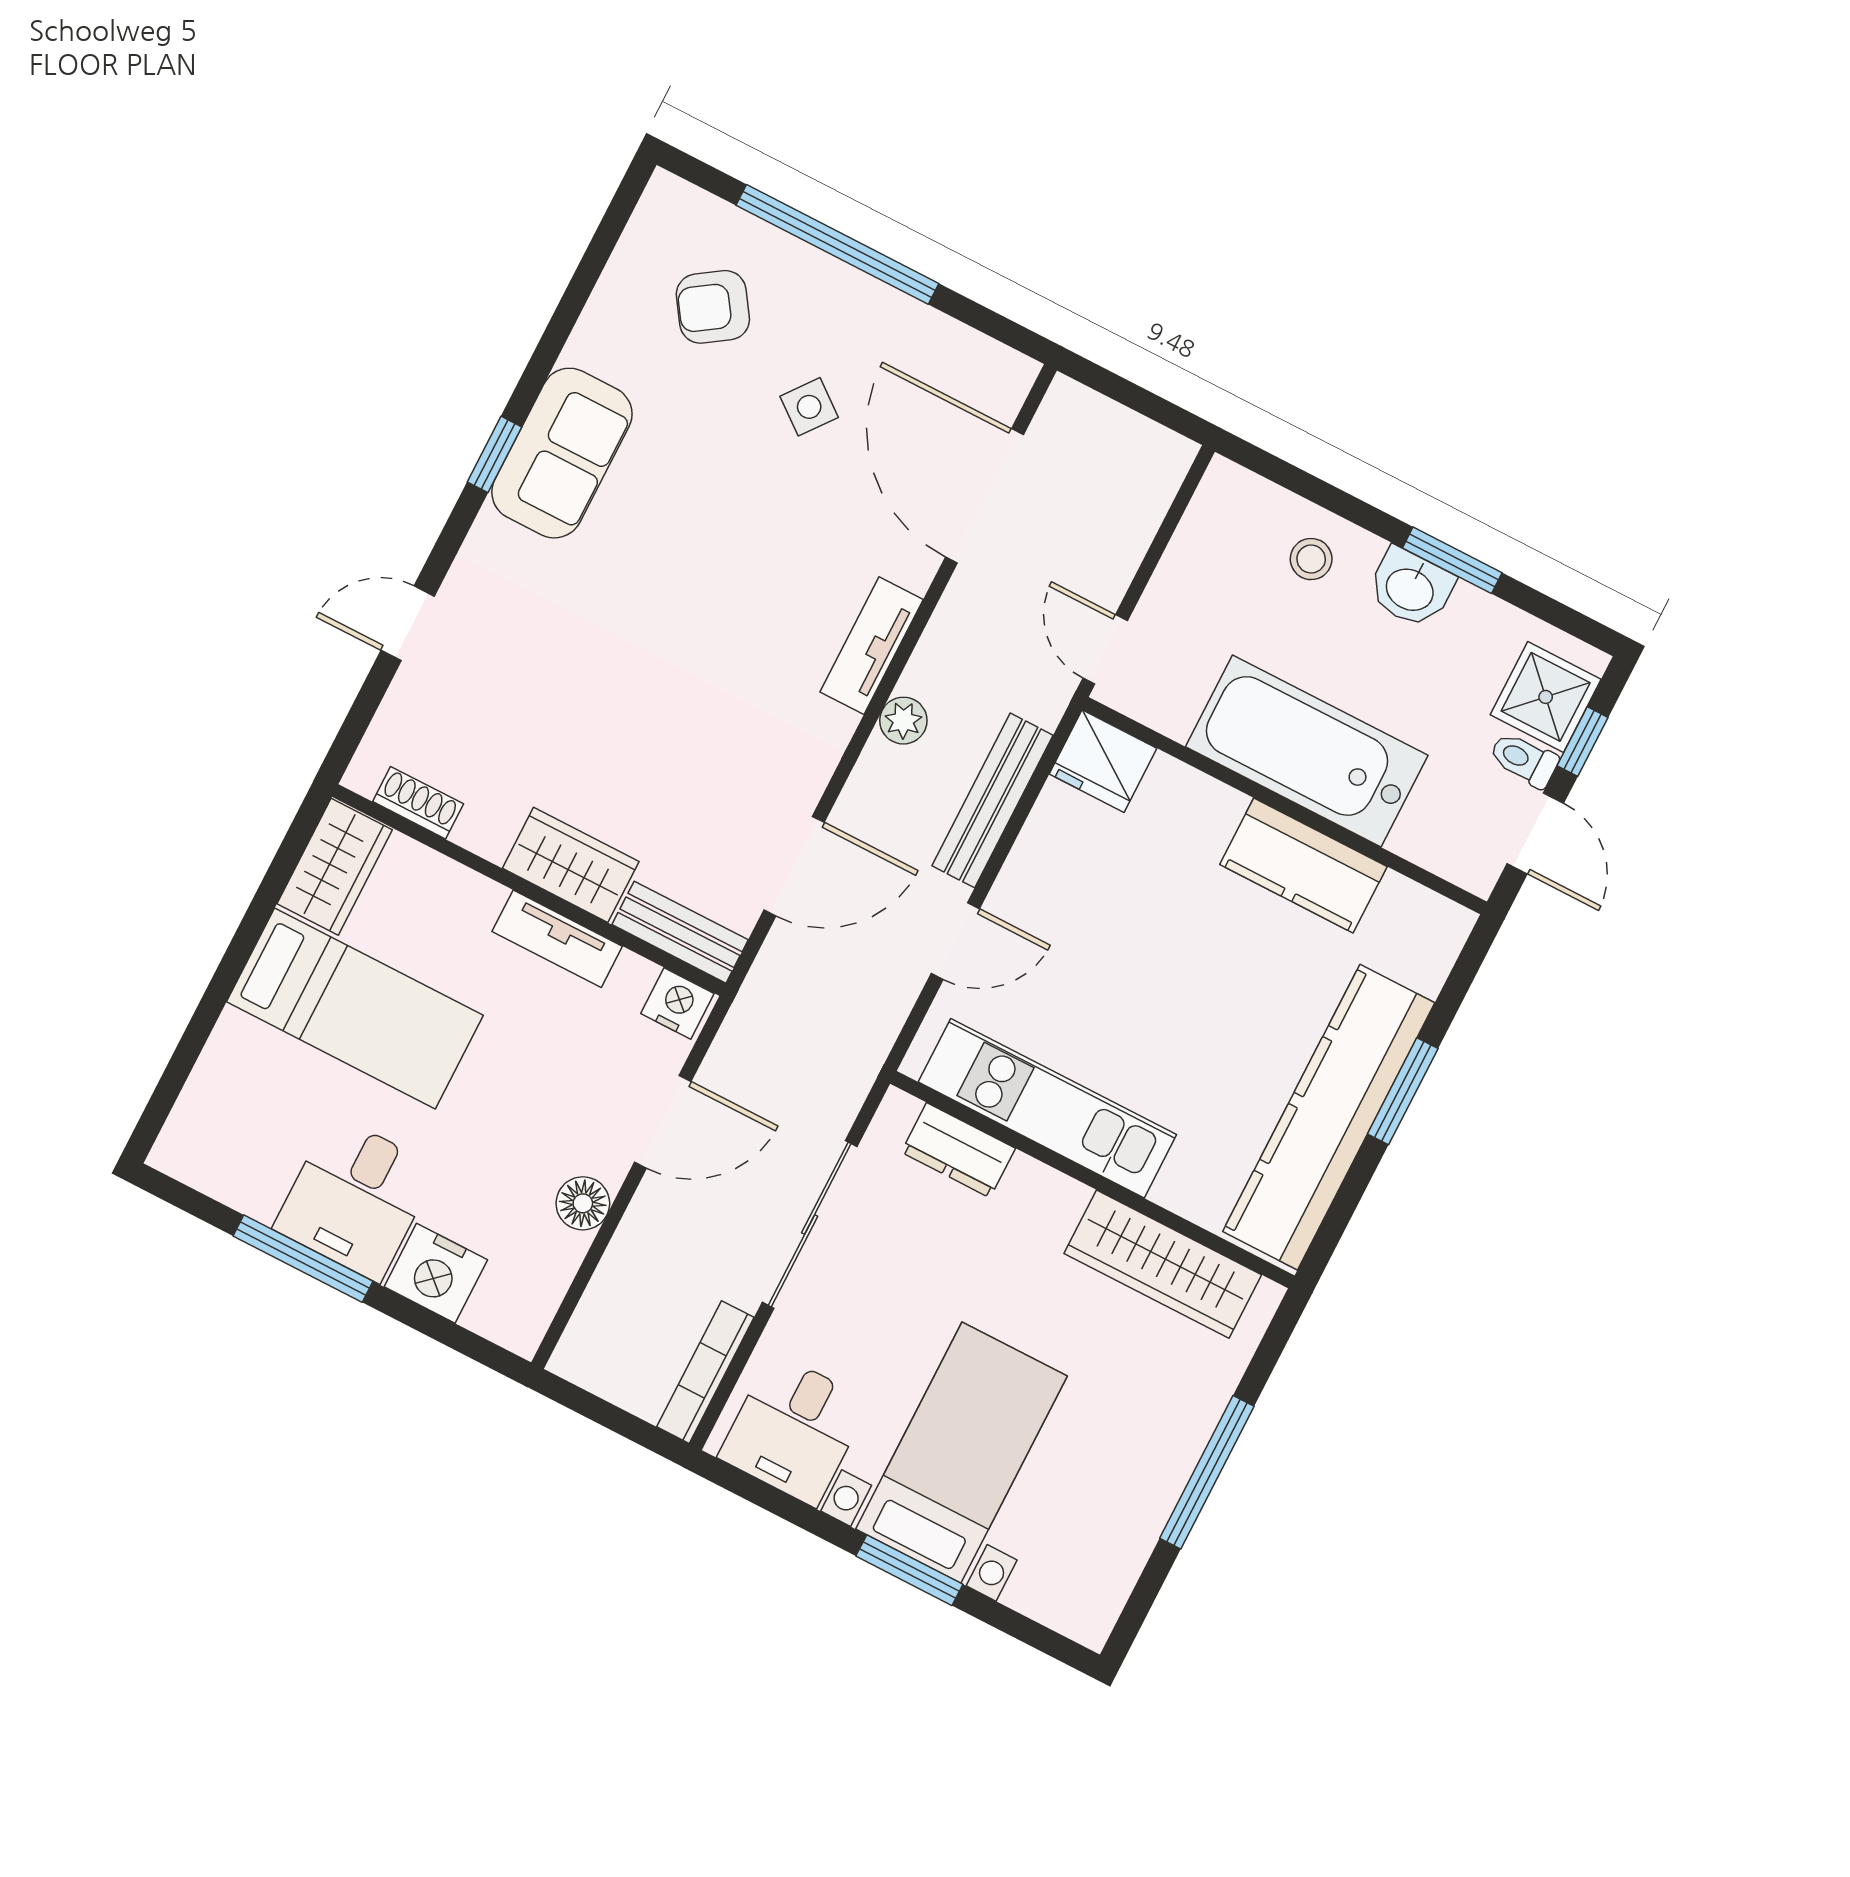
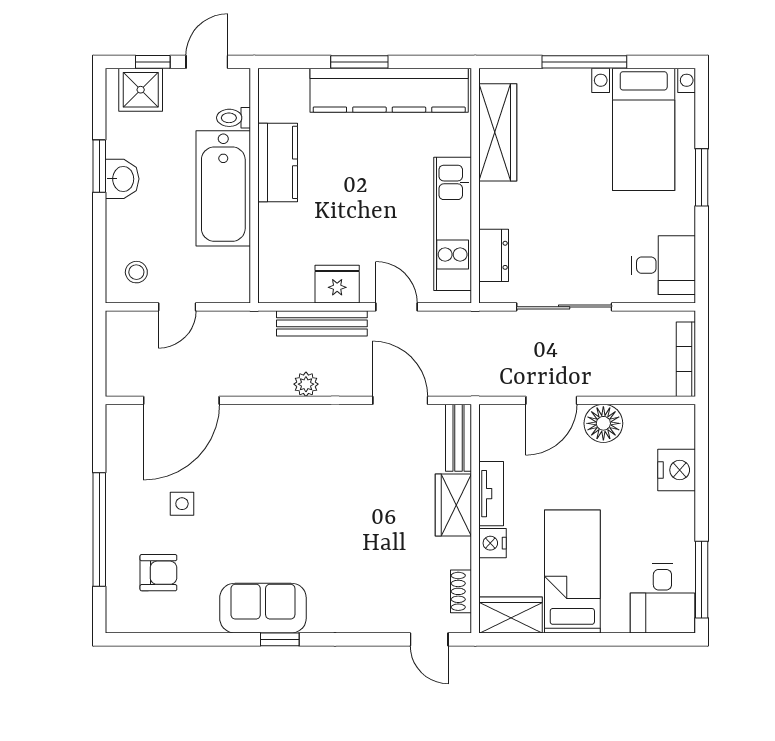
armchair: (713, 307) -> (158, 573), turned -56
side table: (809, 407) -> (182, 504), turned -38
stool: (1311, 559) -> (136, 272), moved
door: (408, 623) -> (429, 639), moved
tv unit: (872, 646) -> (279, 417), removed
door: (1105, 649) -> (177, 307), moved
toilet: (1524, 760) -> (234, 118), moved, turned 90
fridge: (1103, 761) -> (337, 284), moved, turned -90
nightstand: (677, 1003) -> (492, 543), moved
door: (663, 1122) -> (551, 400), swing flipped
desk: (356, 1198) -> (662, 598), moved, turned 90
floor lamp: (583, 1203) -> (603, 423), width x1.38, depth x1.38
window: (303, 1259) -> (702, 580), moved
bookcase: (705, 1372) -> (686, 359), moved, turned 90
bed with nightstands: (961, 1453) -> (644, 129), moved, turned -90

